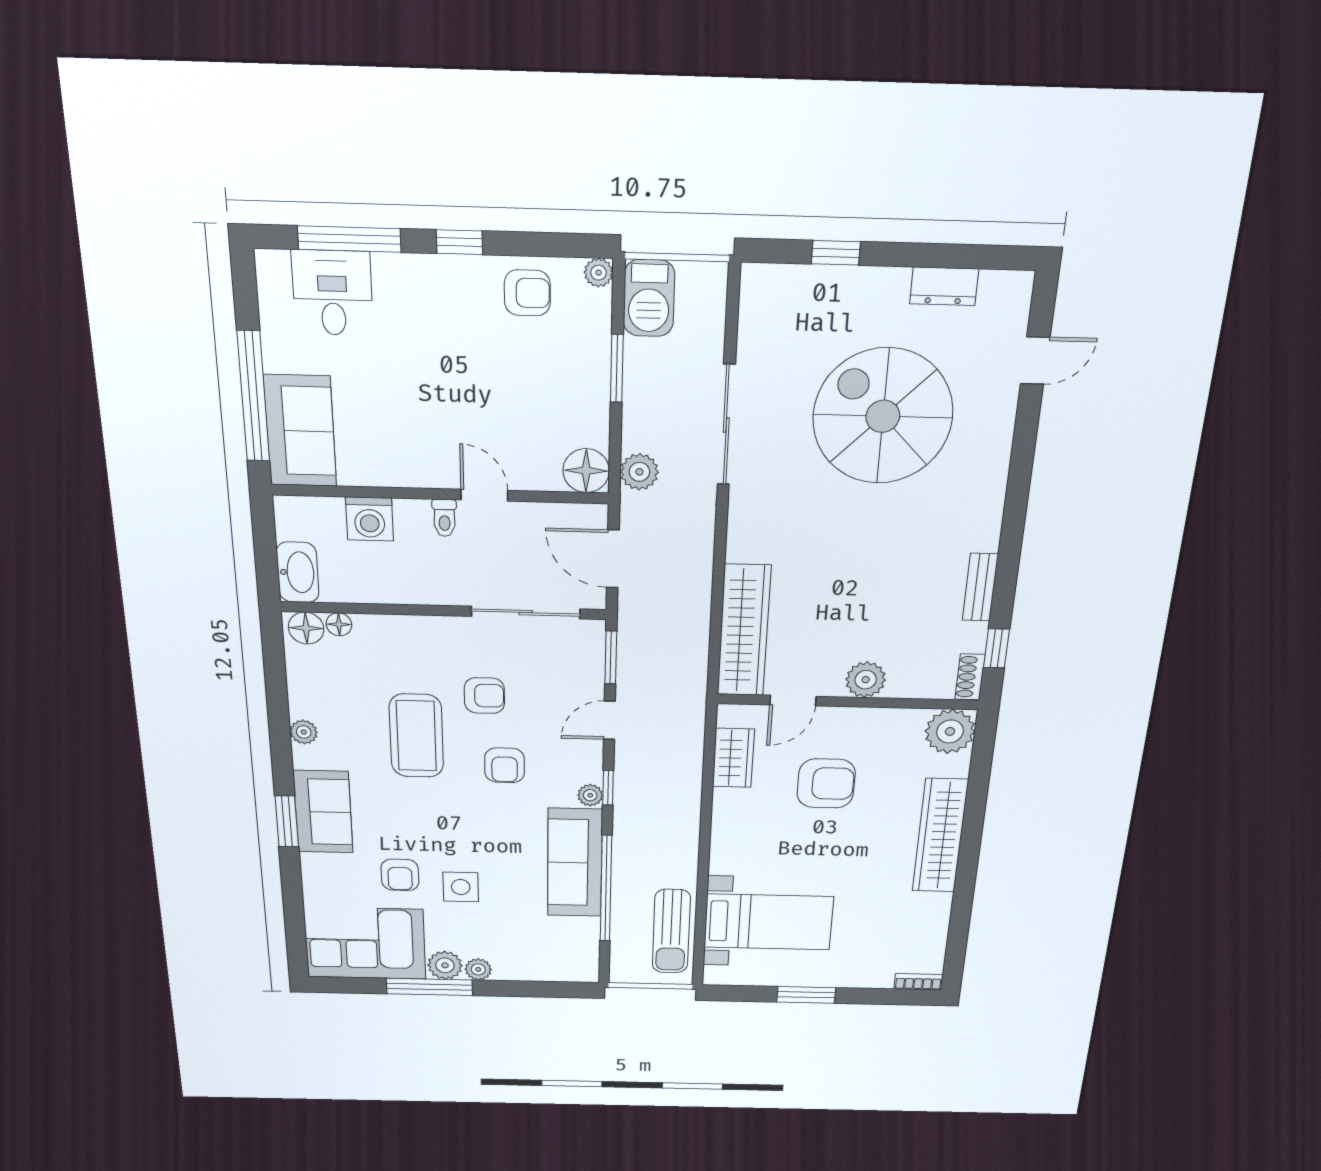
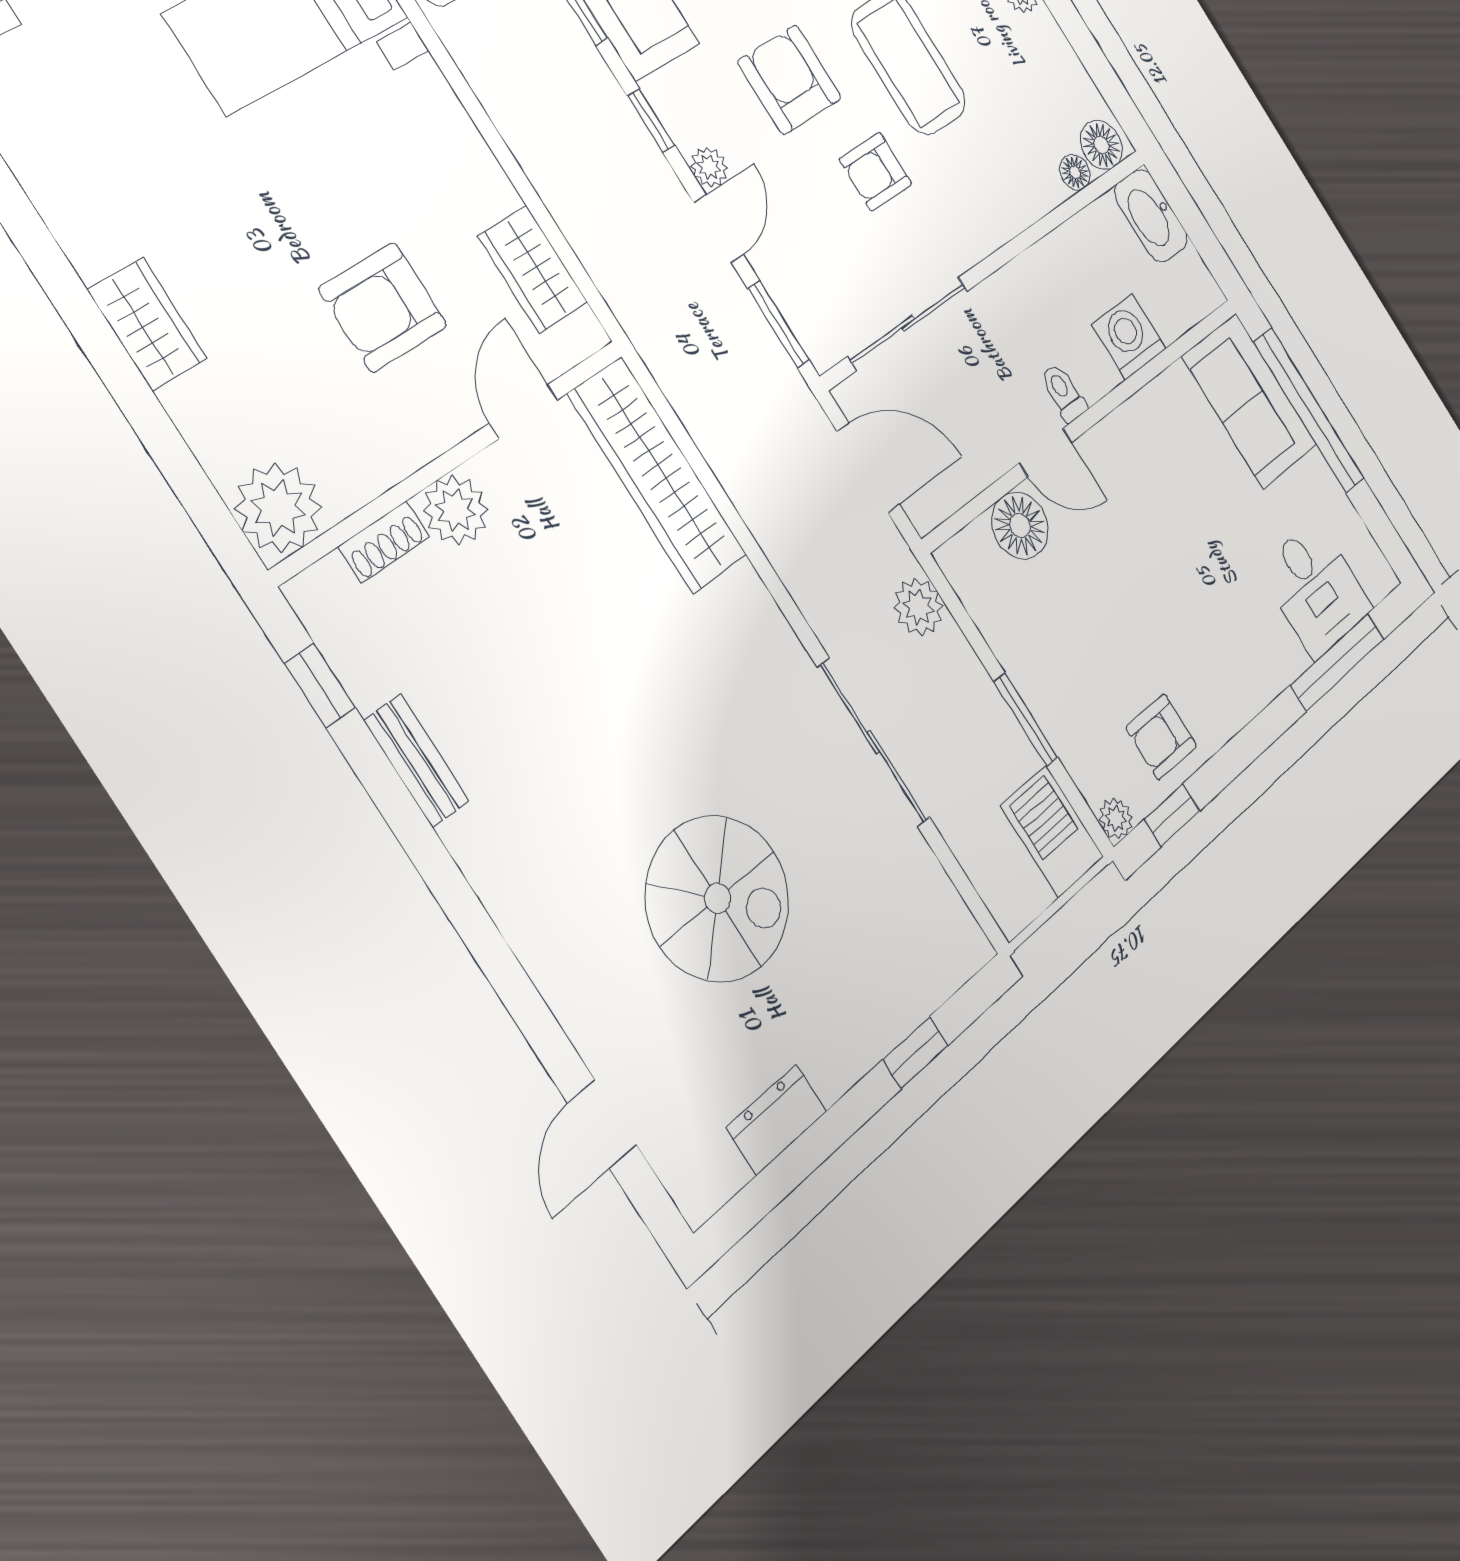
window: (459, 242) -> (1172, 815), moved
spiral stairs: (883, 416) -> (717, 898), width x0.73, depth x0.73
floor lamp: (586, 471) -> (1020, 525), moved
shoe rack: (970, 677) -> (384, 542), moved, turned 90
armchair: (505, 765) -> (790, 80), width x1.38, depth x1.38
plant: (590, 795) -> (709, 167), moved
wardrobe: (940, 836) -> (147, 324), width x0.48, depth x0.85

